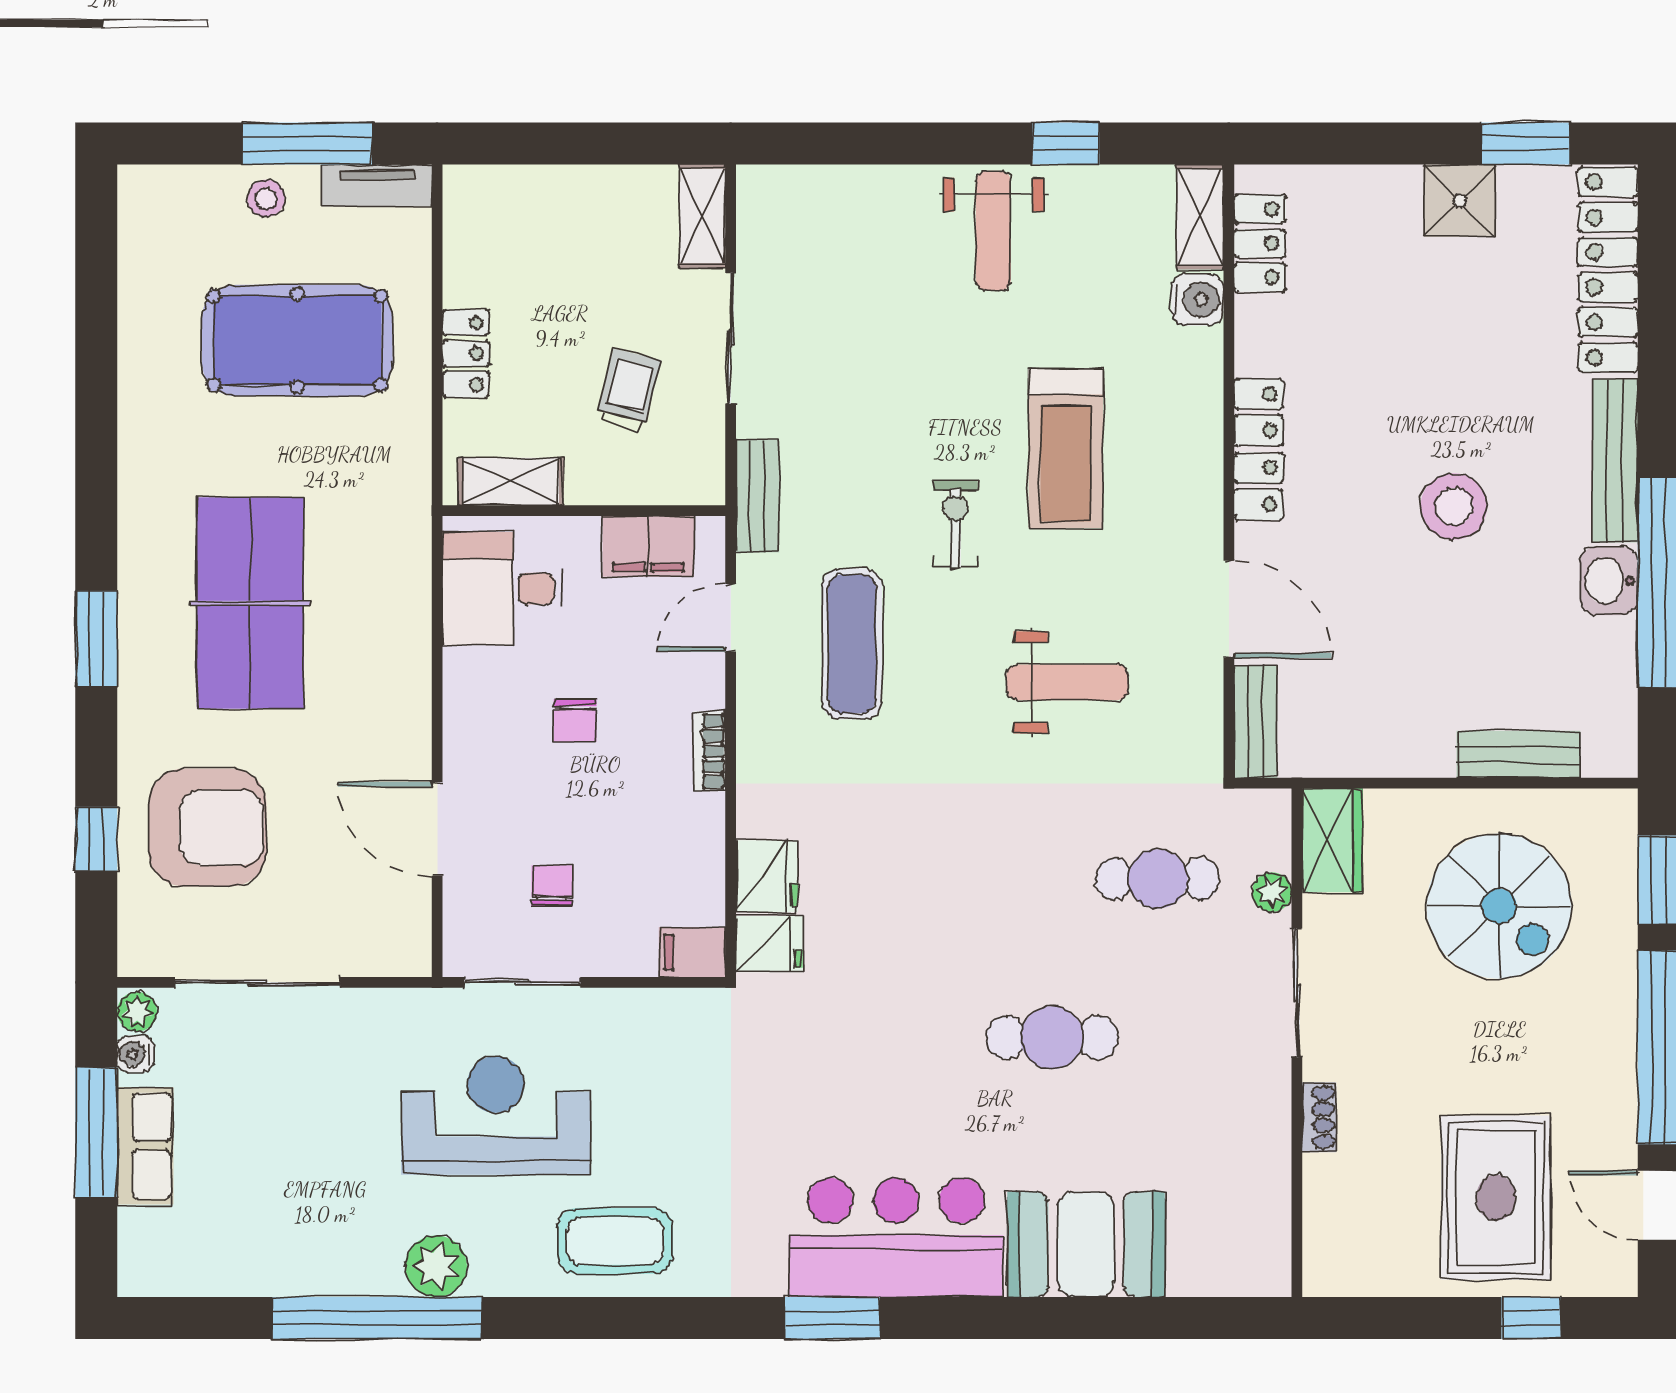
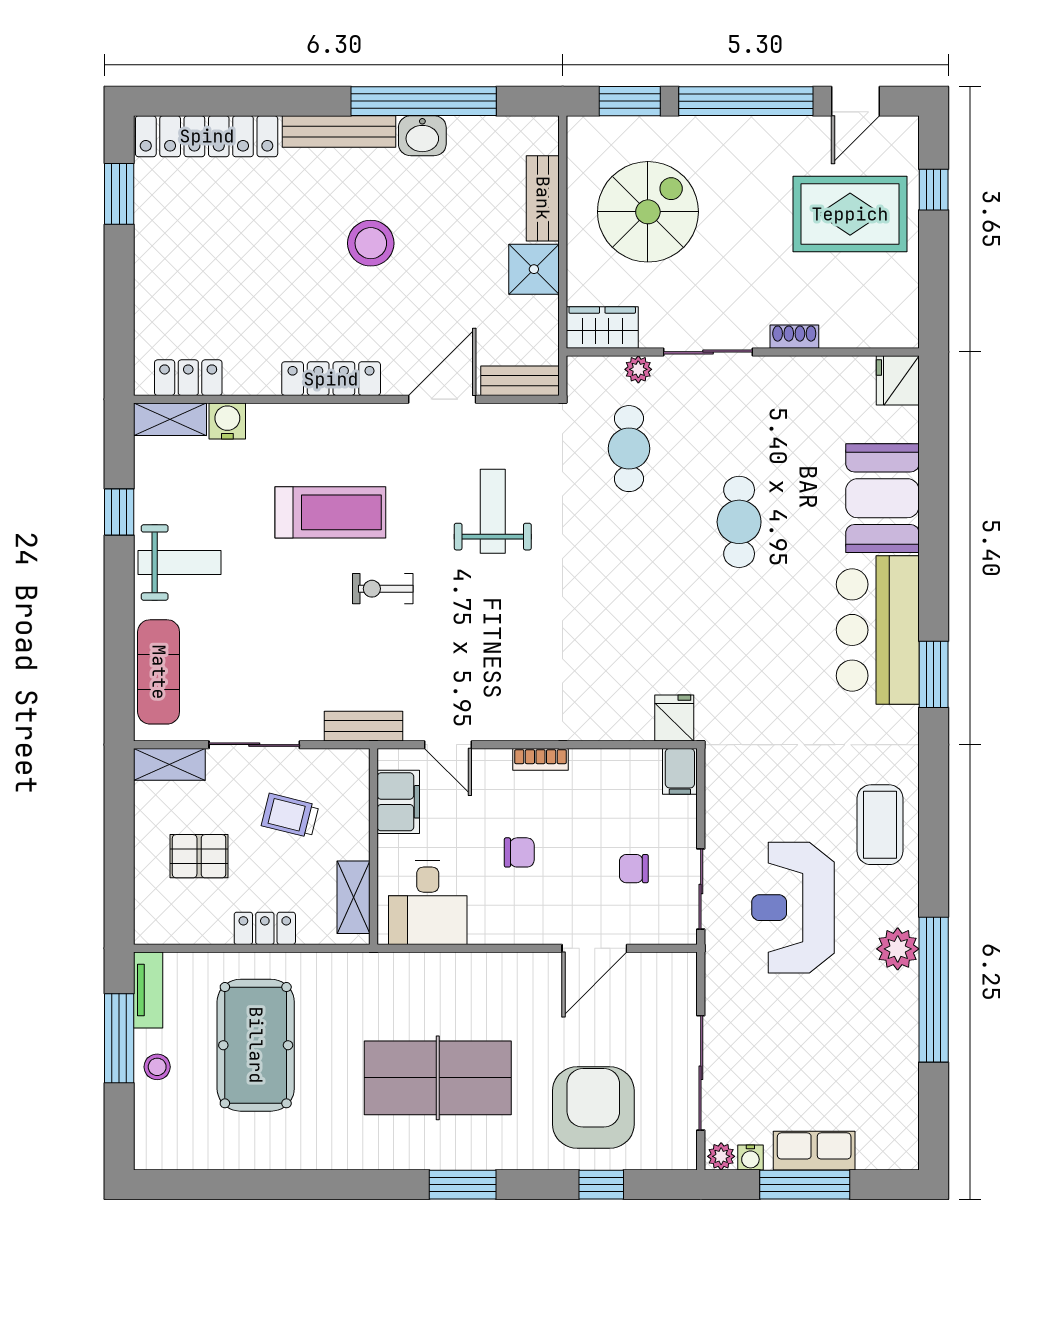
shower: (1460, 201) -> (534, 269), moved
pallet: (570, 259) -> (199, 856), added
exercise mat: (852, 644) -> (159, 672), moved, turned 90
fridge: (767, 876) -> (898, 380), moved, turned -90

